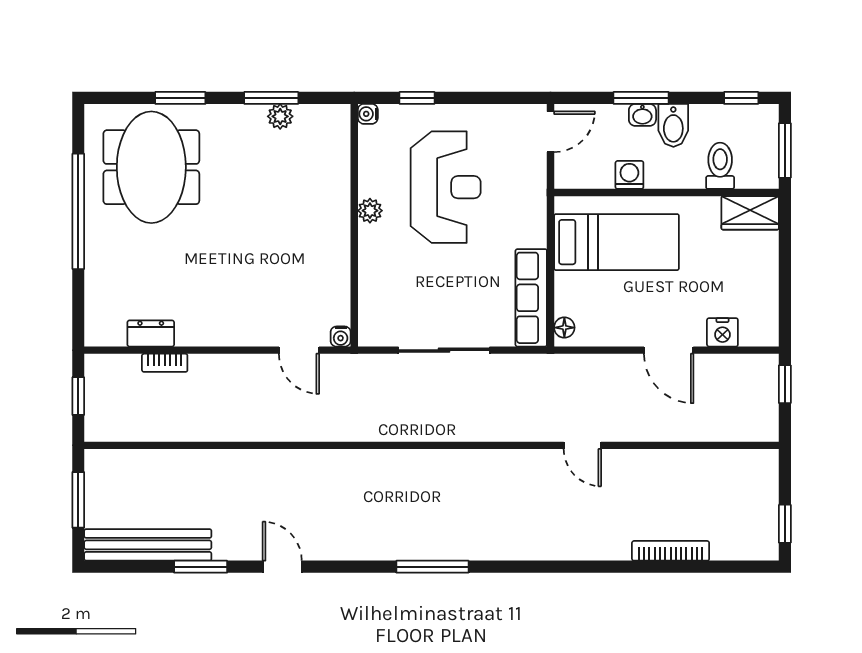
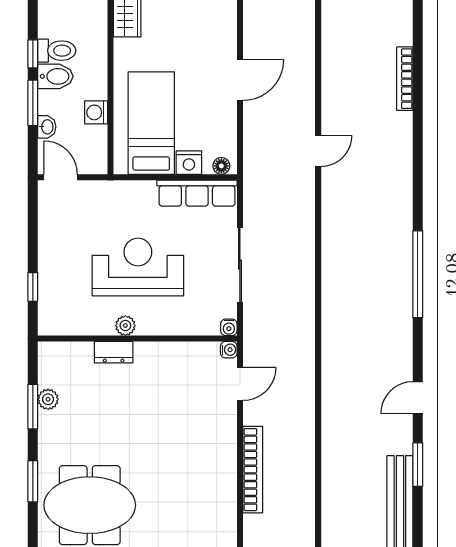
window: (741, 98) -> (33, 54), moved
water cooler: (368, 114) -> (229, 327), moved
washbasin: (642, 115) -> (47, 127), moved
toilet: (720, 166) -> (57, 51), moved, turned 180
reception desk: (446, 187) -> (138, 267), moved
nightstand: (722, 332) -> (189, 163), moved, turned 90
dresser: (151, 333) -> (114, 352), moved, turned -90
bookcase: (165, 363) -> (253, 470), width x2.31, depth x1.31
window: (432, 567) -> (418, 274), width x1.46

